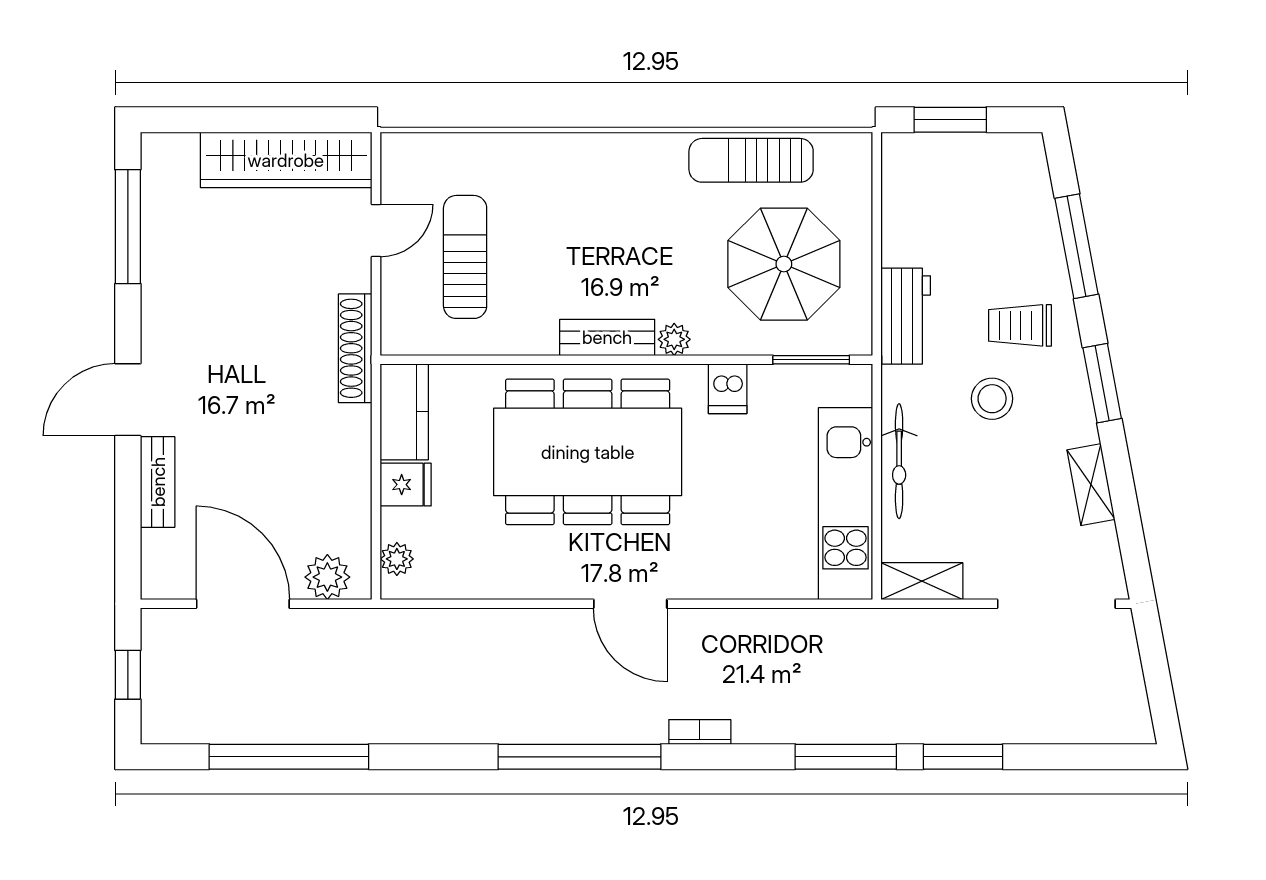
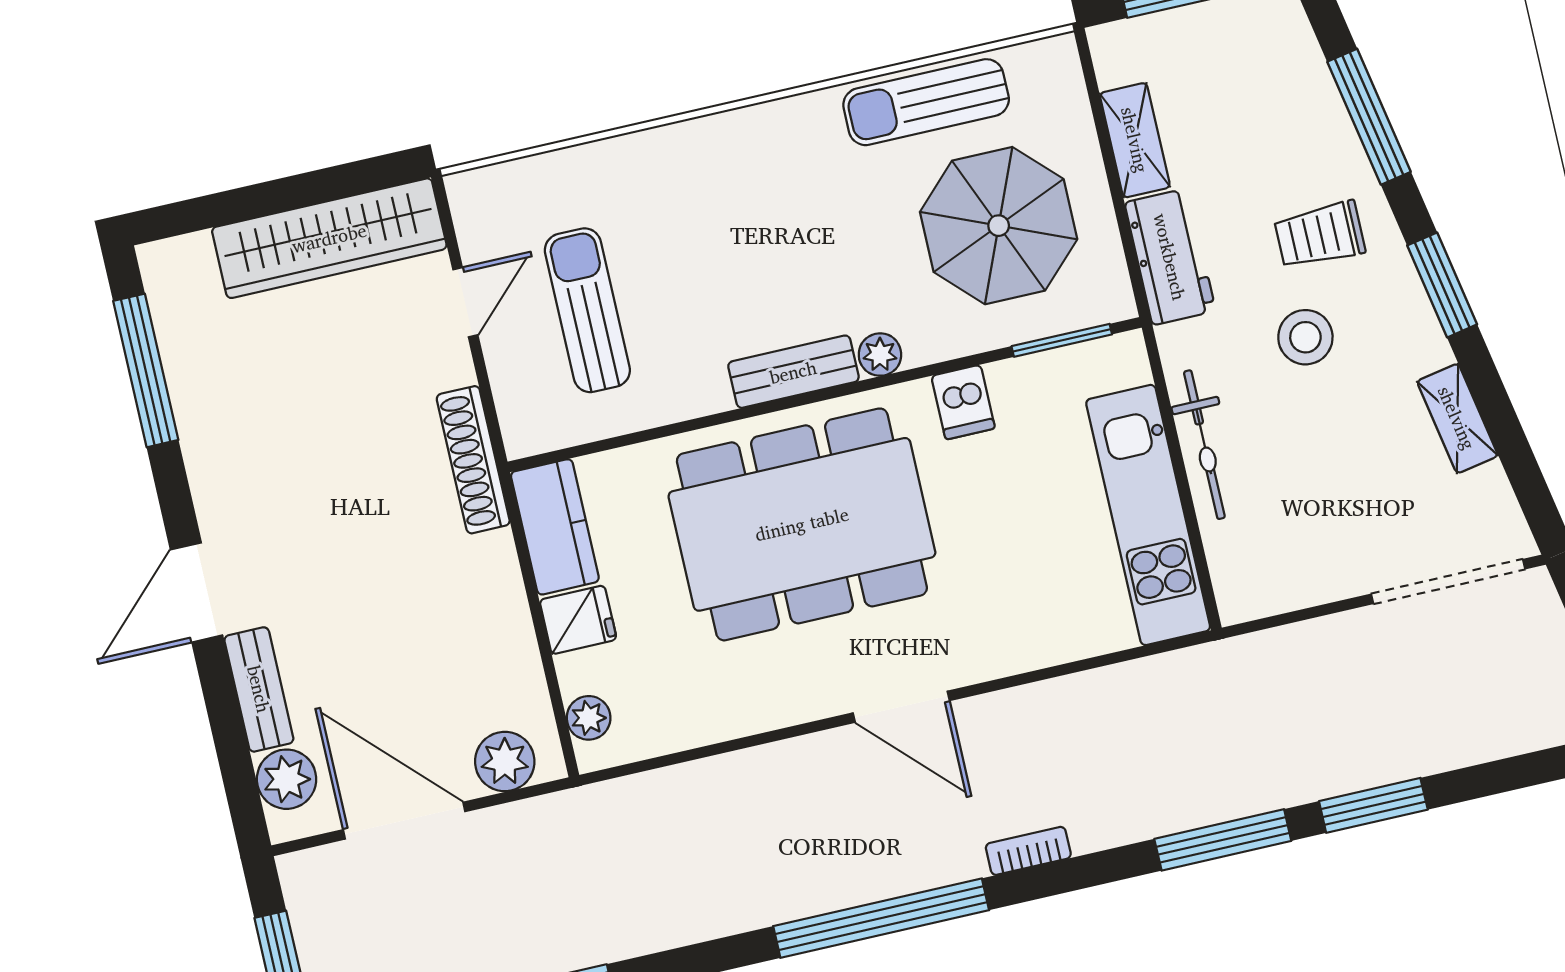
plant: (163, 553) -> (287, 779), added
shelving: (922, 581) -> (1135, 140), moved, turned 90

